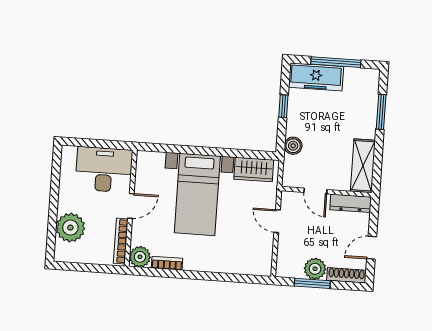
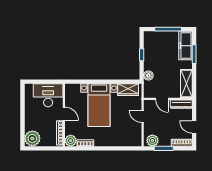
freezer: (316, 77) -> (185, 46), moved, turned 90
door: (131, 206) -> (64, 114), hinge flipped
plant: (70, 228) -> (32, 138), moved
door: (372, 248) -> (194, 127), hinge flipped
plant: (315, 269) -> (152, 140), moved

